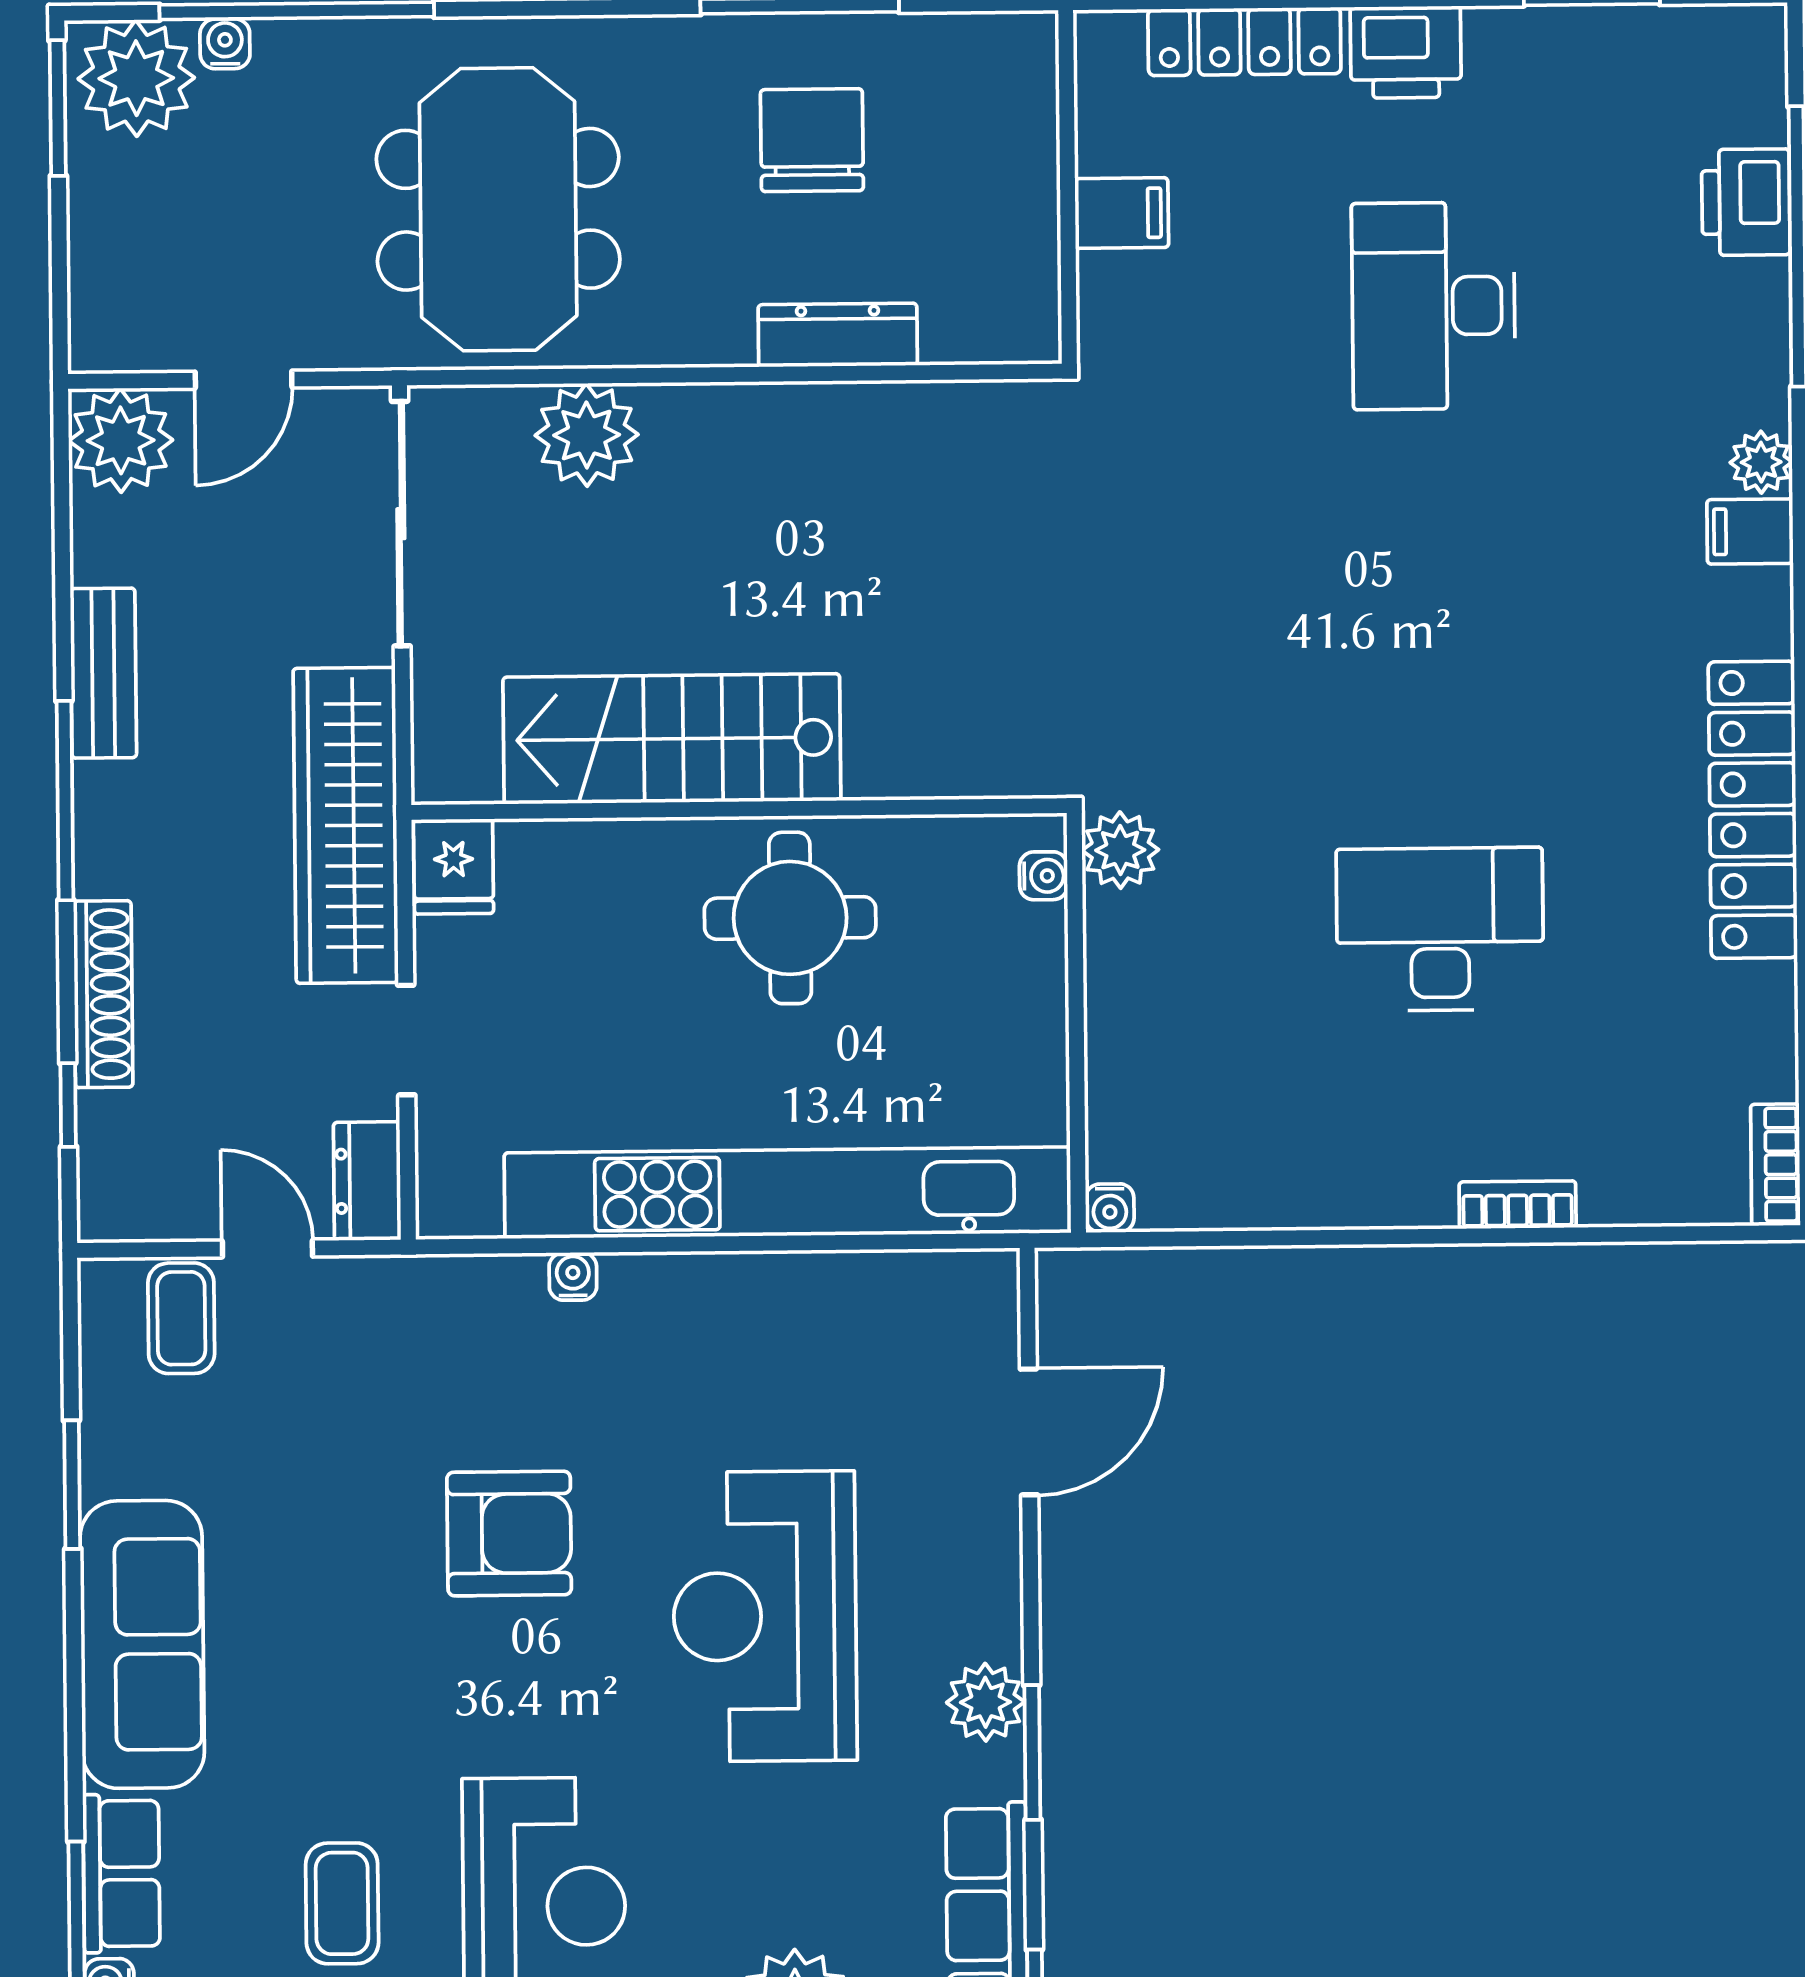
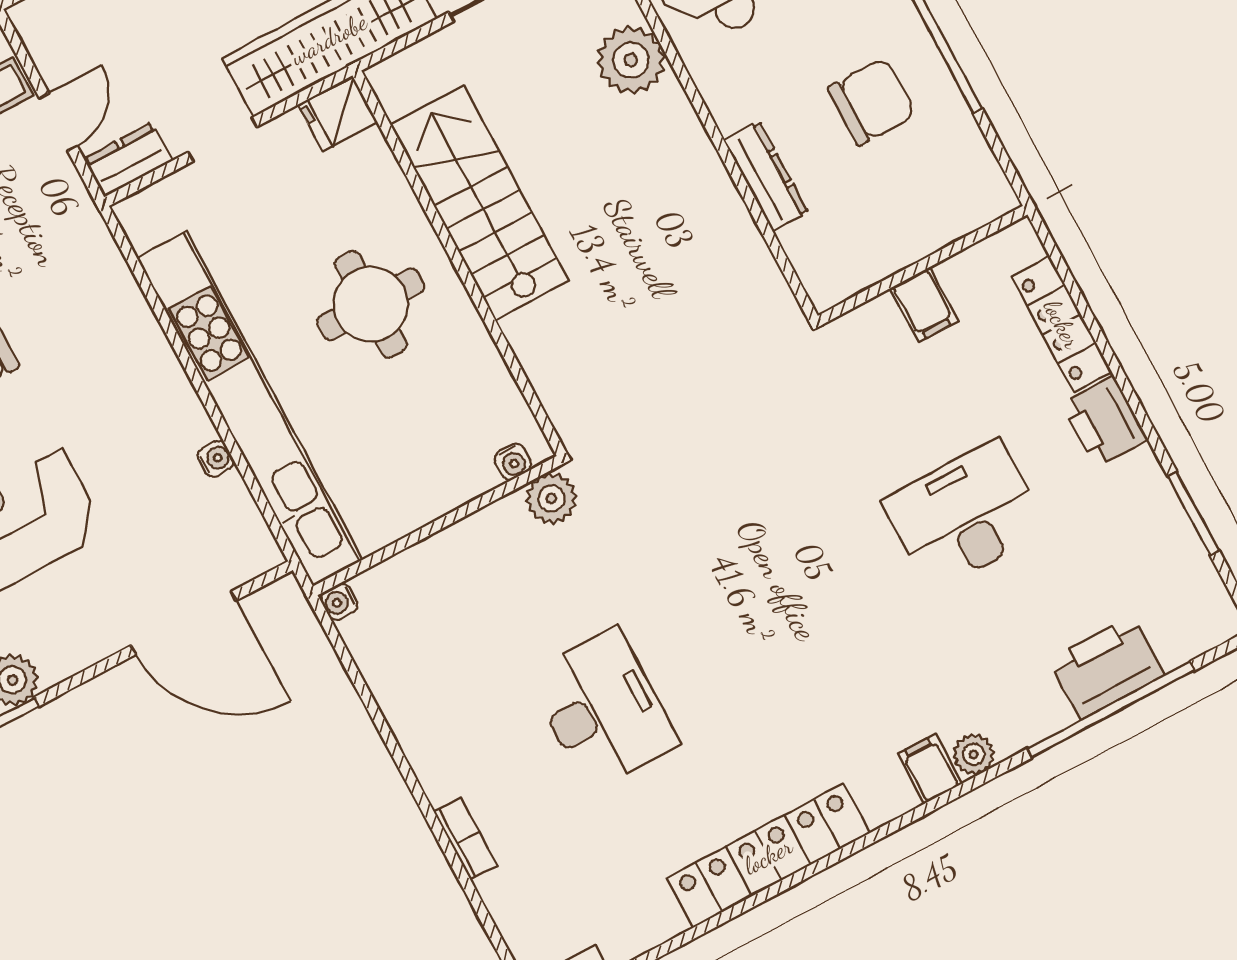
printer: (1746, 202) -> (1107, 667), width x1.37, depth x1.19
round table: (790, 918) -> (371, 304), moved
water cooler: (573, 1276) -> (216, 459), moved
door: (1029, 1432) -> (184, 623), width x1.36

